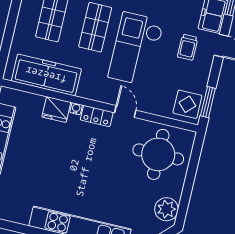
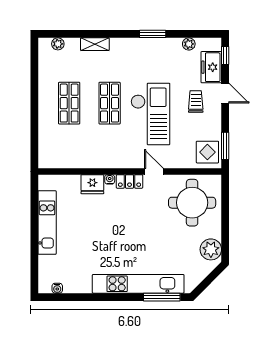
trolley: (188, 47) -> (196, 101), turned 180
checkout: (136, 49) -> (150, 114), turned 180
freezer: (46, 75) -> (76, 156), removed

